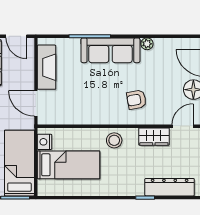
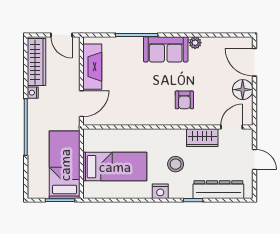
sofa: (110, 50) -> (166, 49), width x0.73
armchair: (136, 100) -> (184, 100), turned -80
door: (36, 103) -> (81, 104), swing flipped
stool: (114, 140) -> (176, 164), moved
nightstand: (45, 142) -> (160, 191), moved, turned -90

